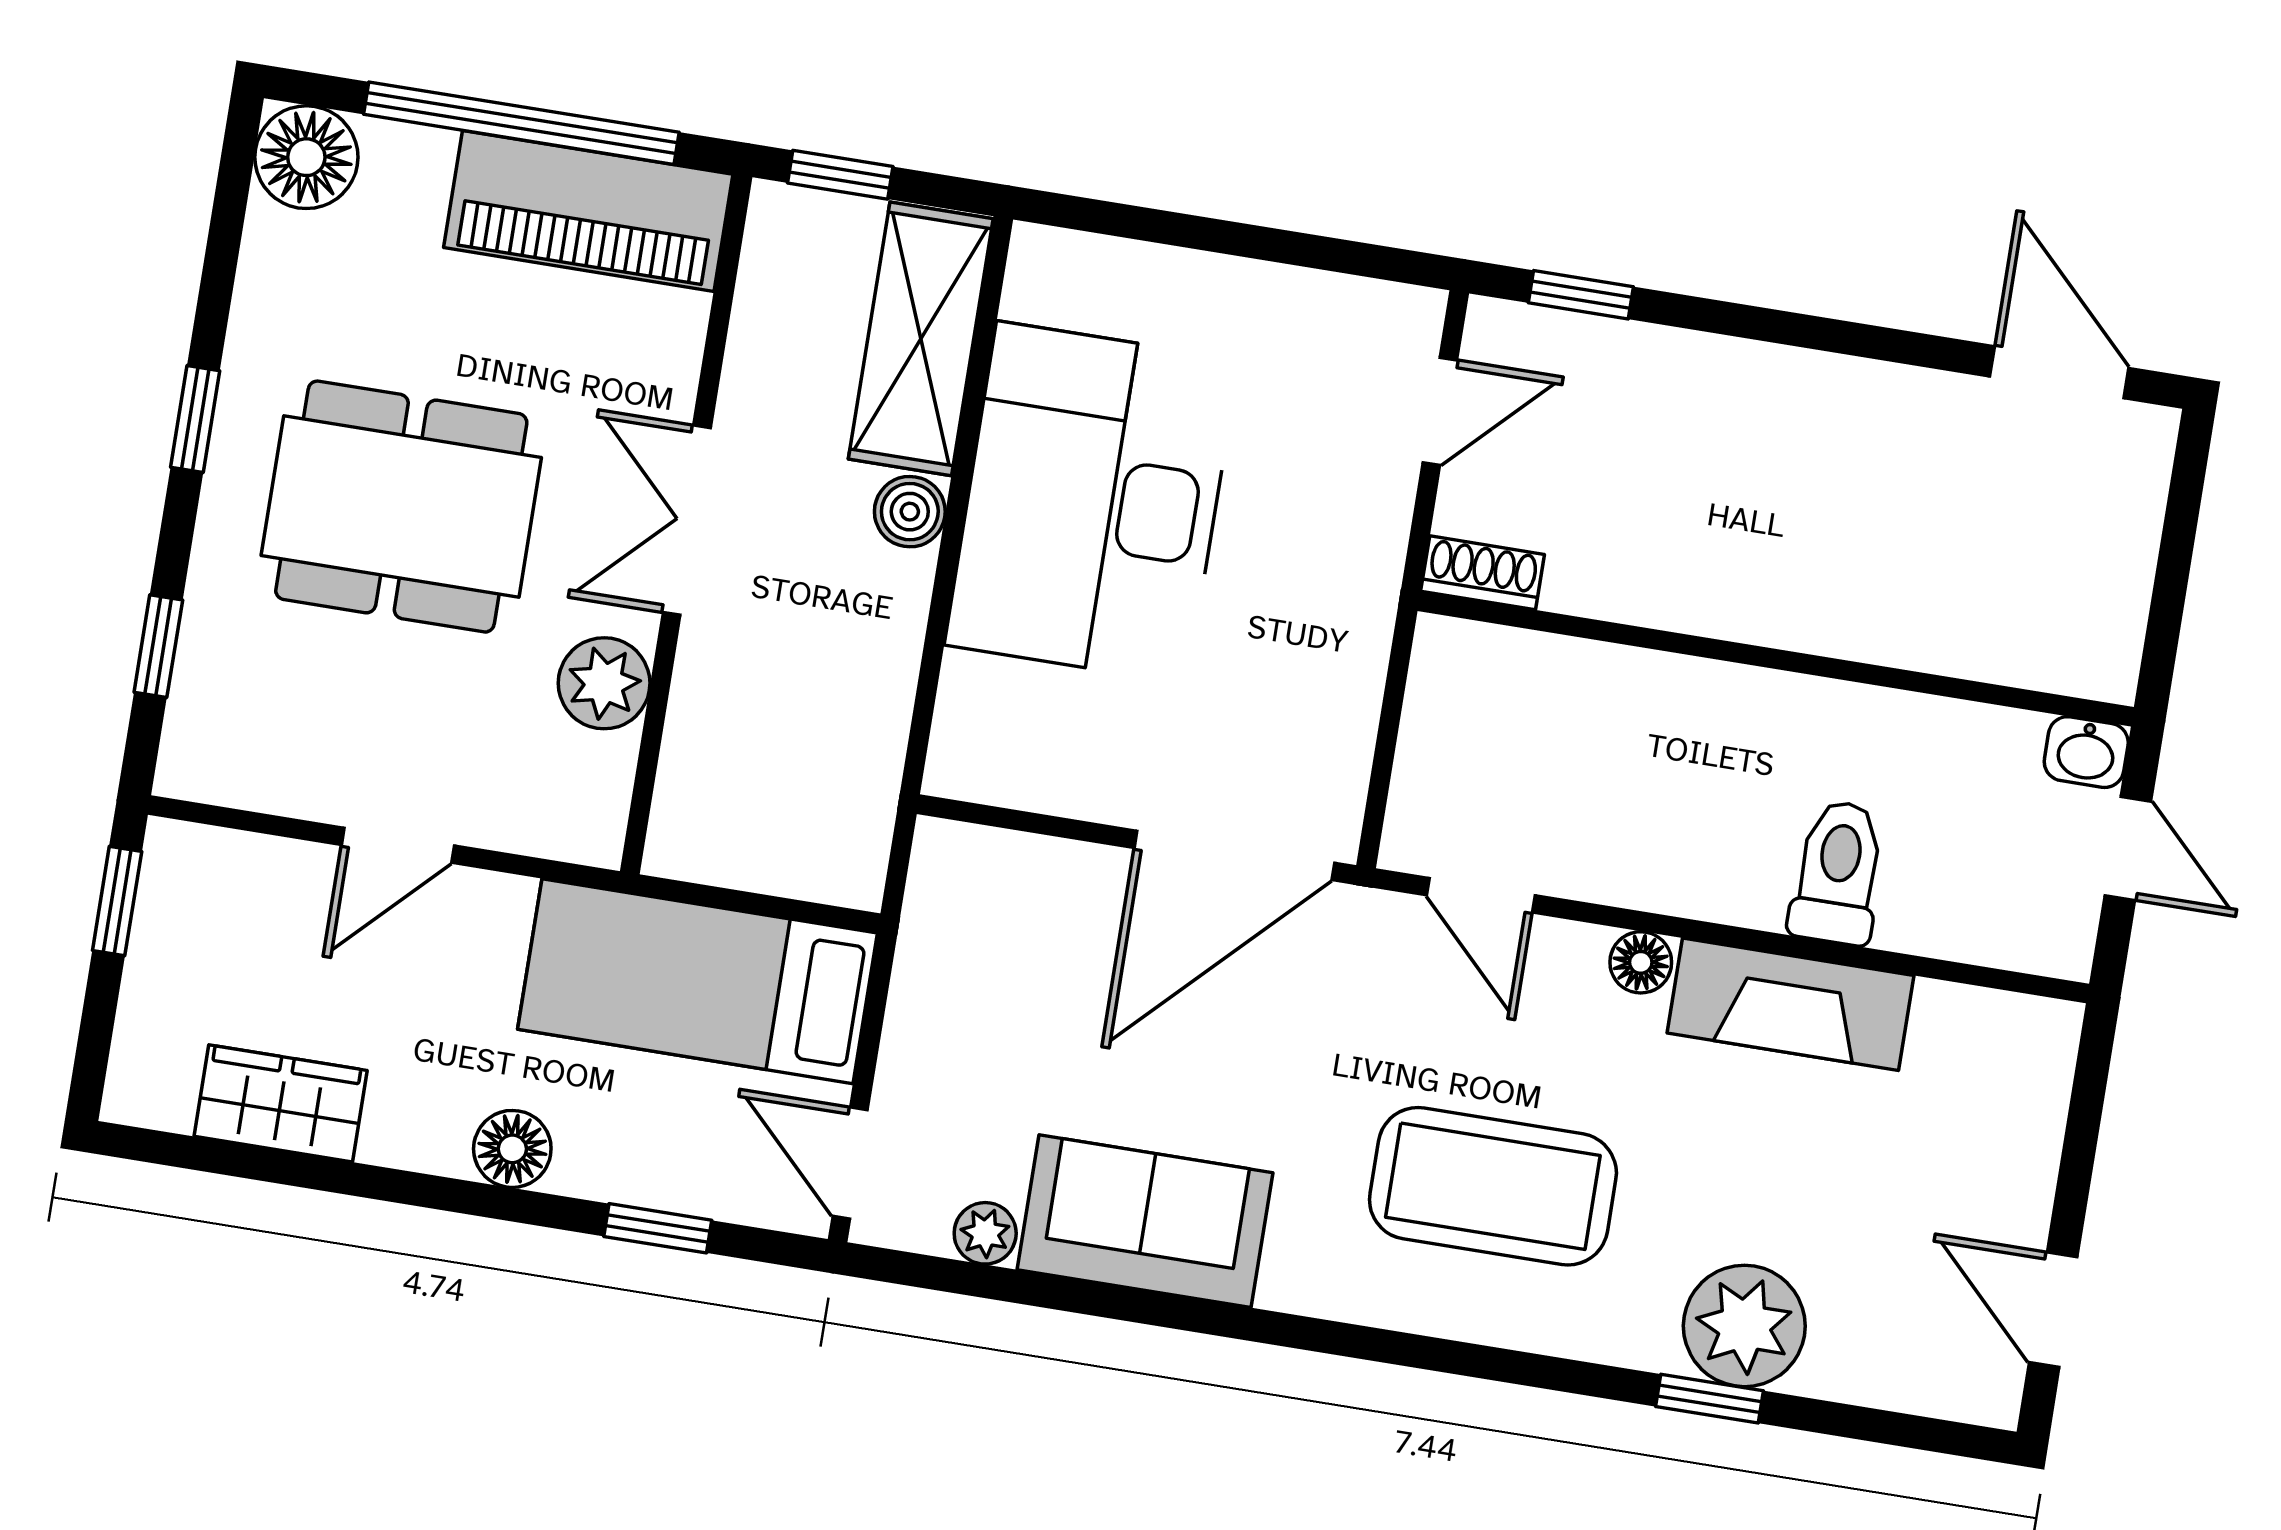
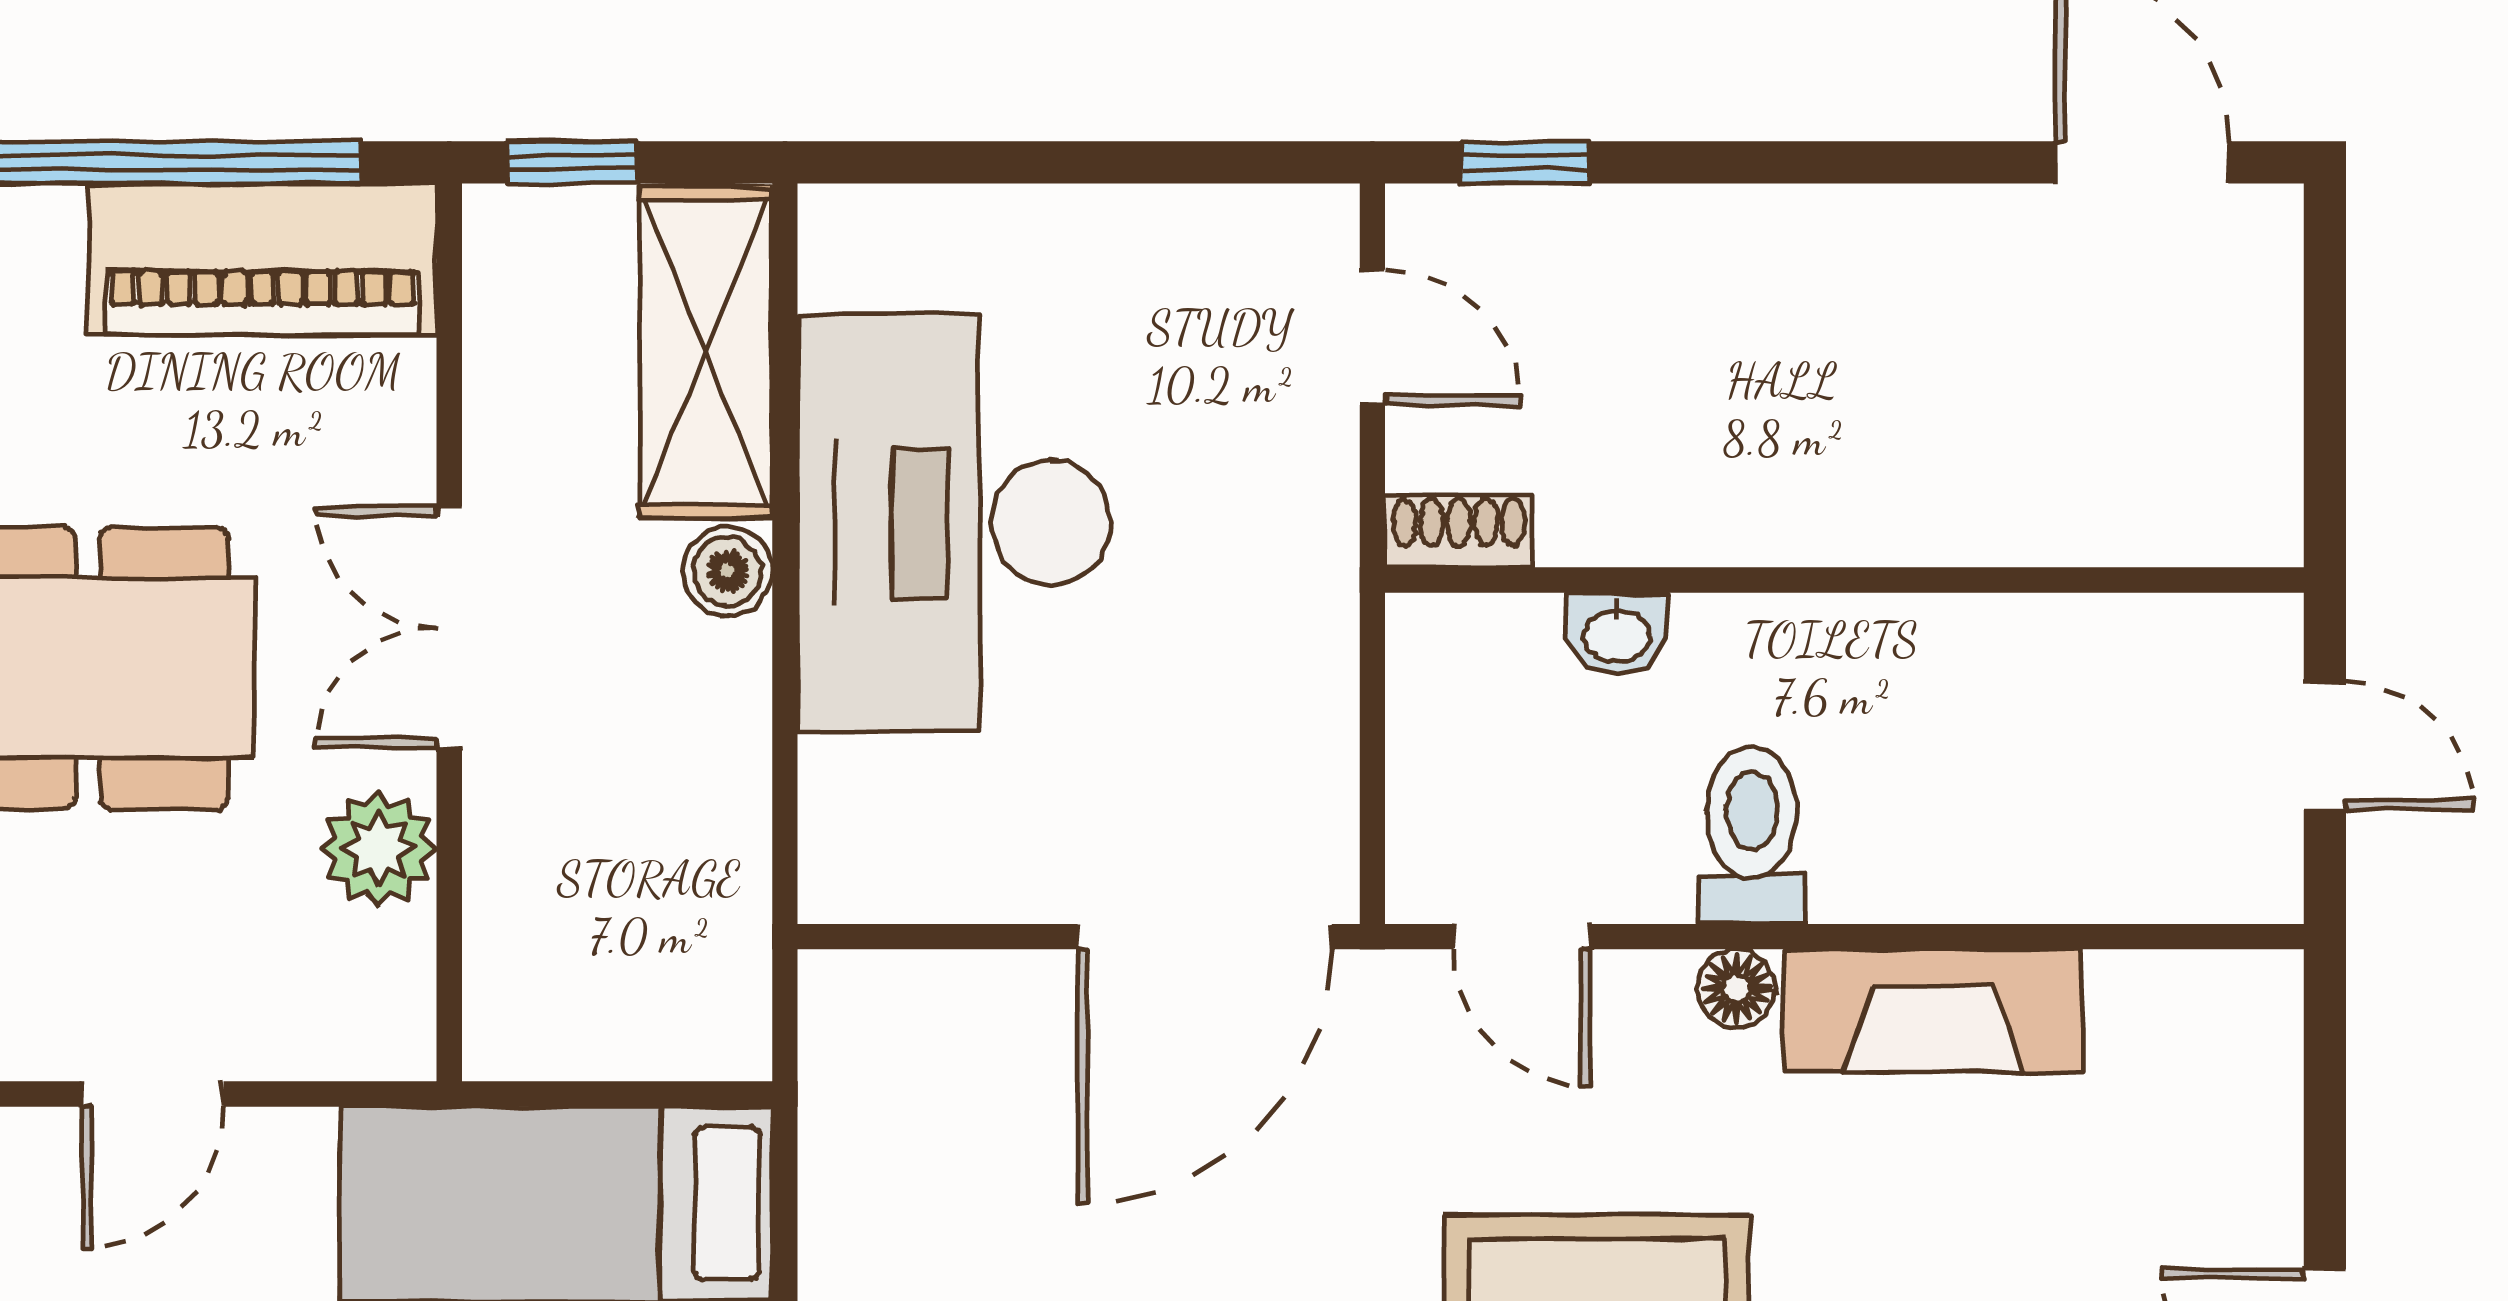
door: (1440, 411) -> (1372, 337), hinge flipped
washbasin: (2086, 752) -> (1617, 634), moved
toilet: (1838, 872) -> (1752, 835), moved

